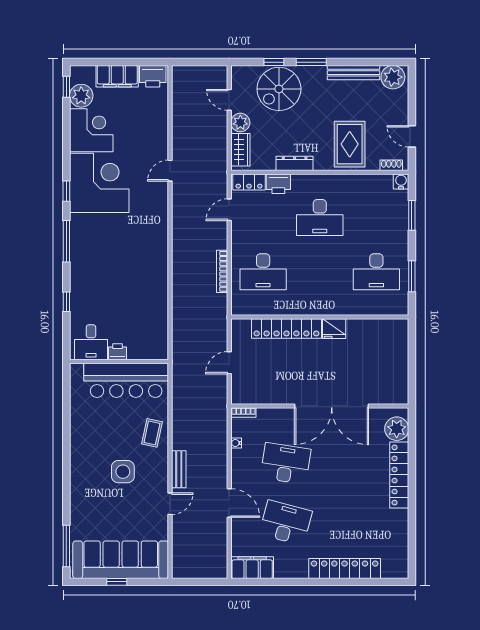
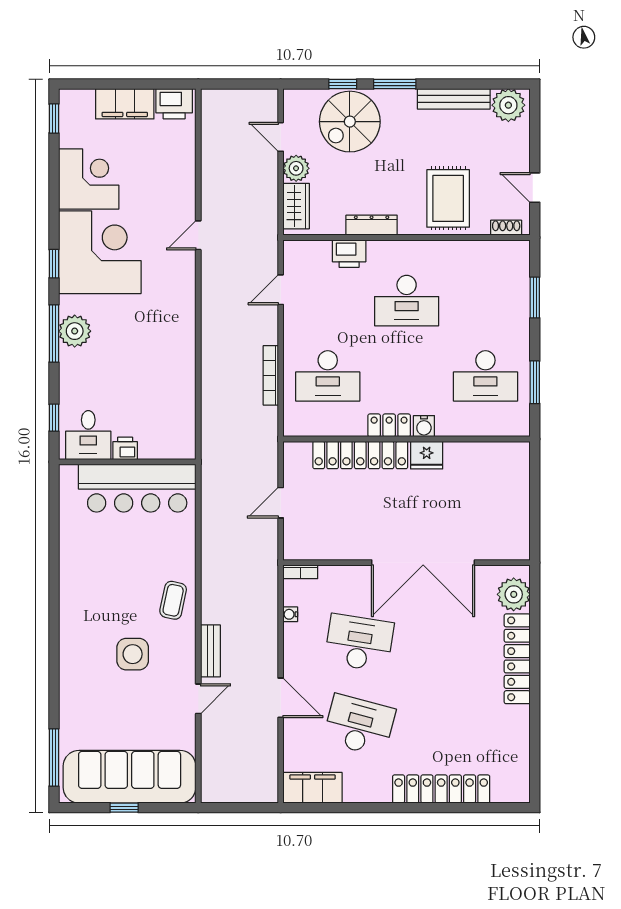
plant: (81, 96) -> (75, 331), moved
water cooler: (401, 181) -> (424, 426), moved, turned 180
locker: (249, 182) -> (389, 425), moved, turned 180
desk: (91, 342) -> (88, 435), moved
printer: (118, 352) -> (125, 448), moved
wall: (119, 361) -> (127, 462), moved
bar counter: (126, 380) -> (137, 488), moved

